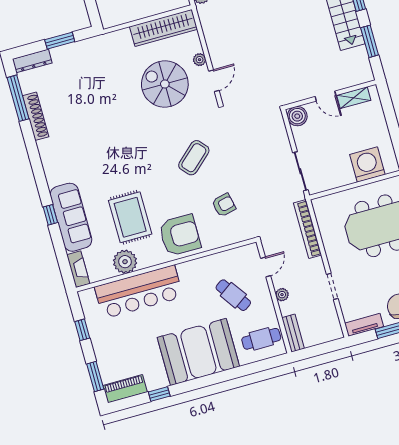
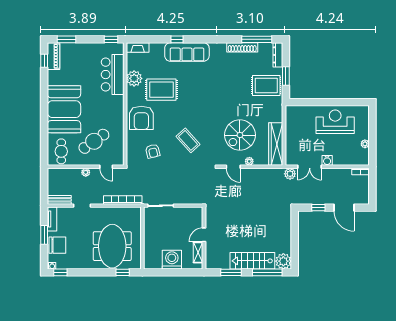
rug: (82, 66) -> (266, 85), added
spiral stairs: (165, 84) -> (240, 135), turned 180
boiler: (297, 116) -> (196, 213), removed
washing machine: (367, 165) -> (172, 260), moved, turned -90
sofa: (71, 217) -> (187, 52), moved
bar counter: (139, 292) -> (113, 75), width x0.73
cafe table: (233, 295) -> (94, 141), width x1.37, depth x1.35
window: (82, 330) -> (111, 39), moved
bench: (293, 333) -> (59, 200), moved
window: (159, 394) -> (44, 61), moved

